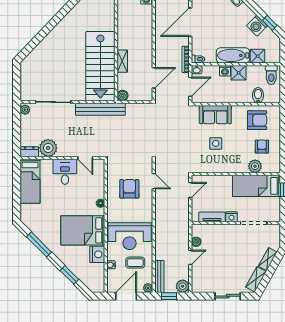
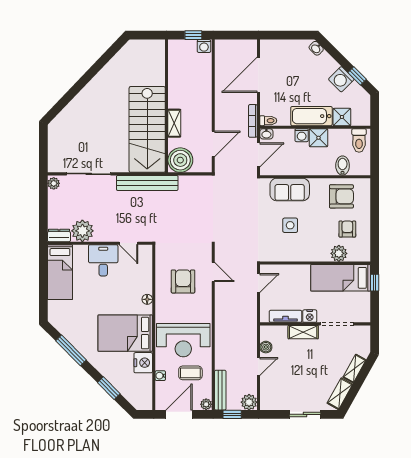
boiler: (122, 96) -> (180, 160), width x1.86, depth x1.86
shelving: (226, 230) -> (303, 332), added

